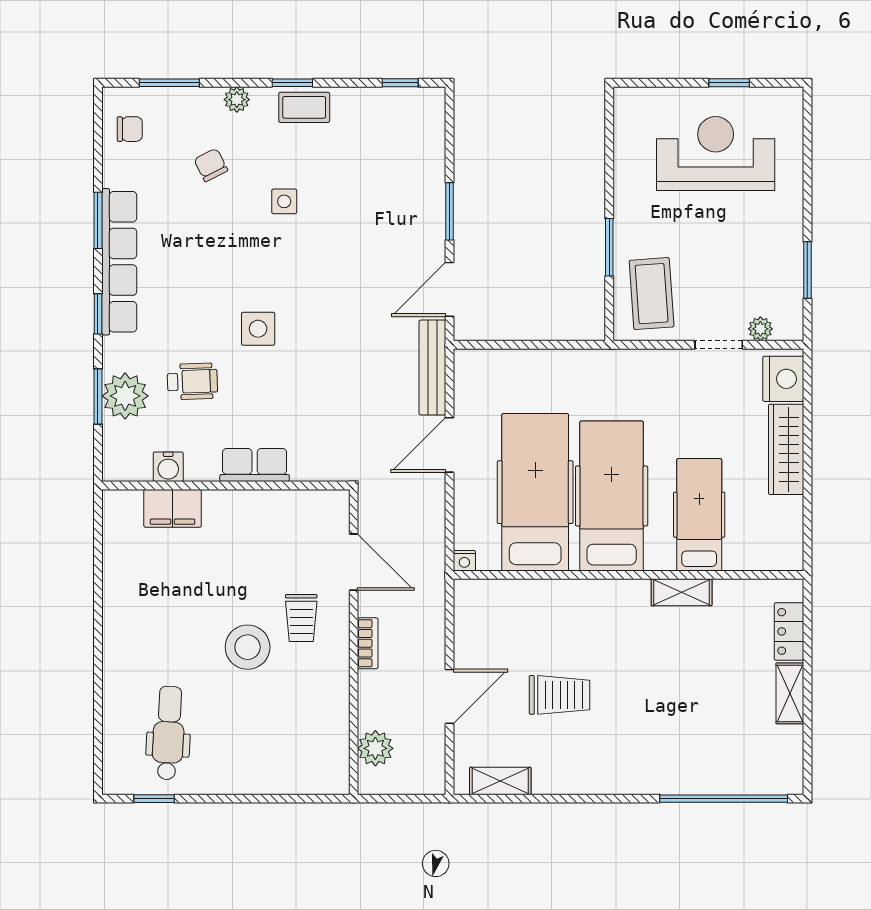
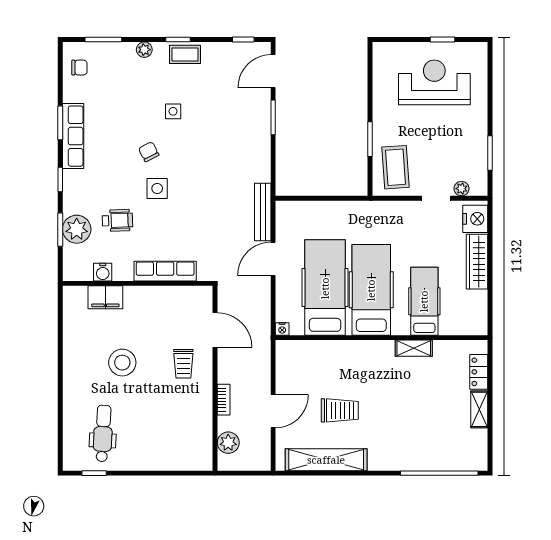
chair: (211, 165) -> (149, 152), moved
row of seats: (119, 262) -> (73, 136), width x0.73
door: (450, 289) -> (273, 71), moved
row of seats: (255, 465) -> (165, 271), width x1.48
bookcase: (368, 643) -> (224, 400), moved
stool: (248, 647) -> (122, 363), moved
shelving: (500, 781) -> (326, 460), width x2.20, depth x1.33

